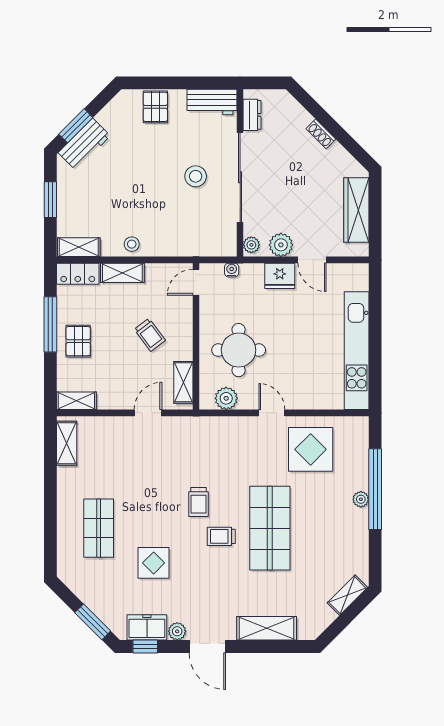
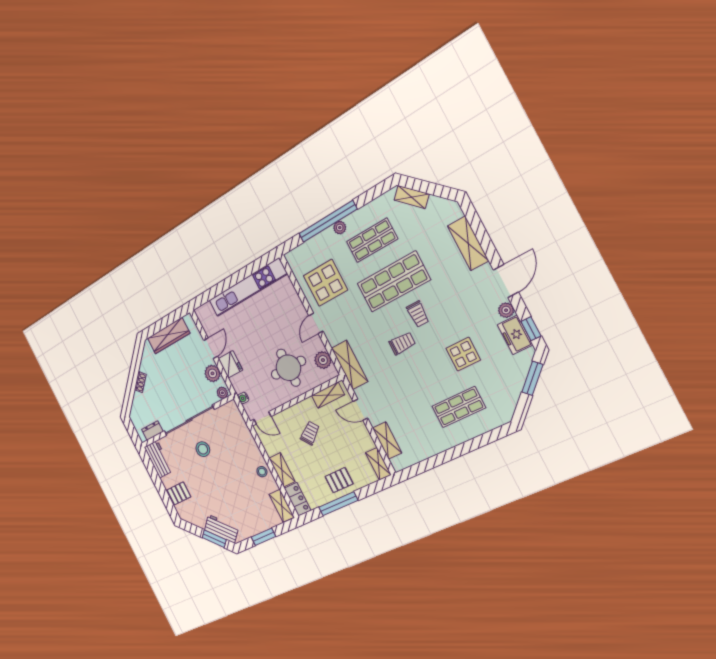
shelving: (205, 428) -> (350, 365), added
shelving: (67, 443) -> (387, 440), moved, turned 90
shop shelf: (327, 528) -> (372, 240), added

